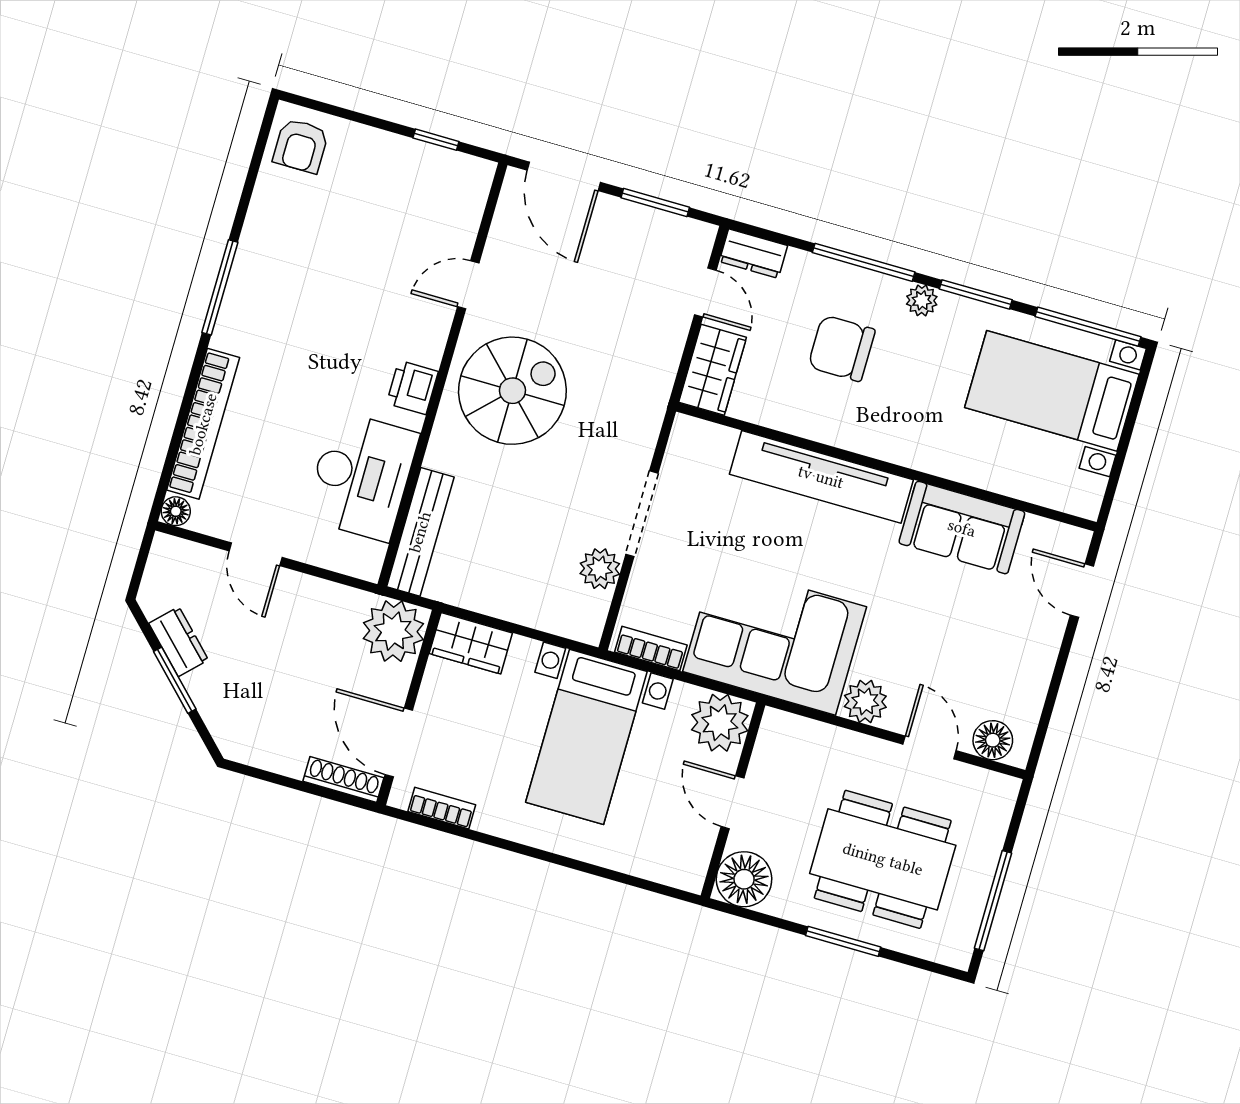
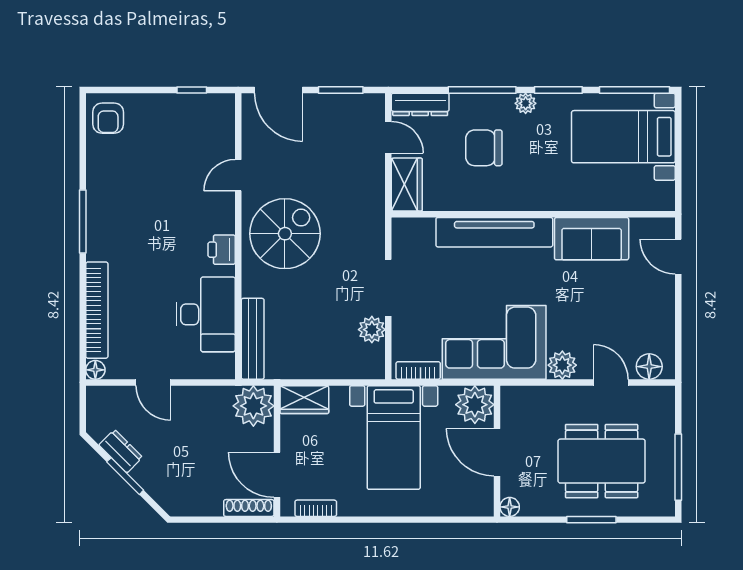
dresser: (753, 254) -> (420, 104), width x1.44
door: (732, 802) -> (497, 452), width x1.38
floor lamp: (744, 879) -> (510, 507), width x0.53, depth x0.53

